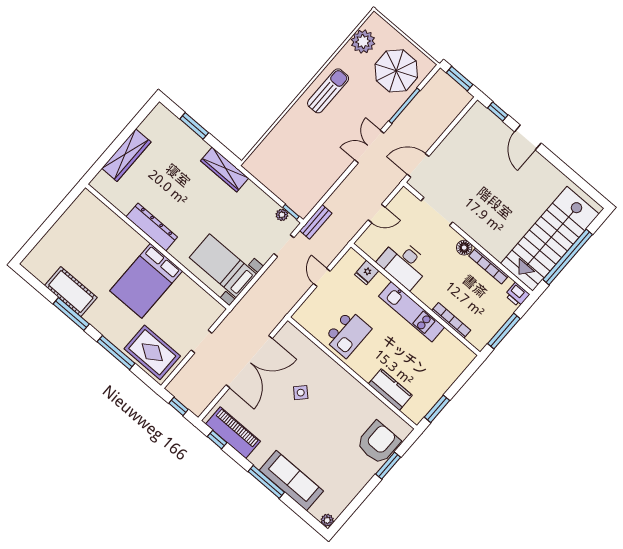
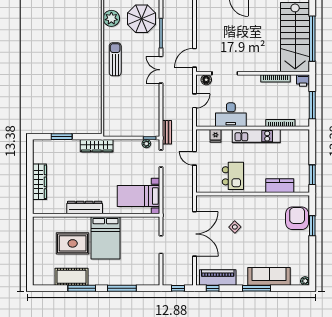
floor lamp: (464, 248) -> (206, 80), moved
rug: (152, 352) -> (73, 243), moved

